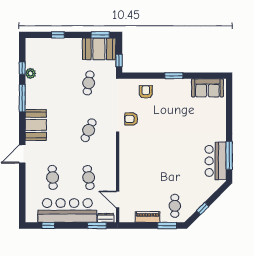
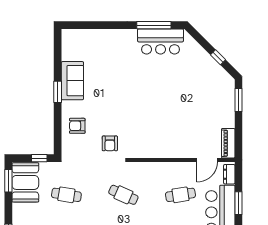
sofa: (207, 88) -> (72, 81), moved
cafe table: (175, 206) -> (215, 91), removed
piano: (148, 217) -> (228, 143), moved
window: (97, 226) -> (238, 203), moved

